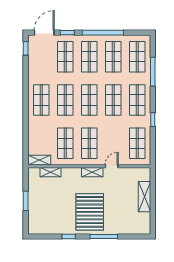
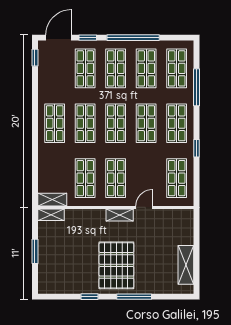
shelving: (50, 172) -> (51, 215), moved
shelving: (144, 197) -> (186, 265), moved

